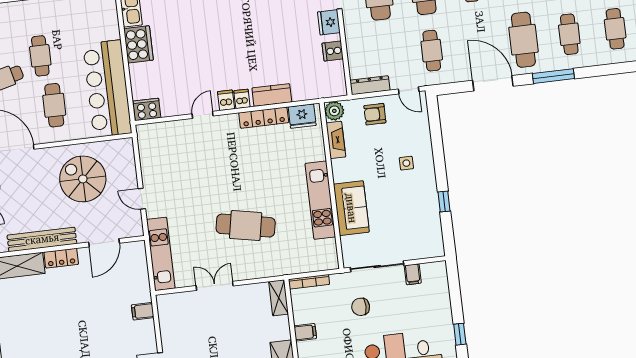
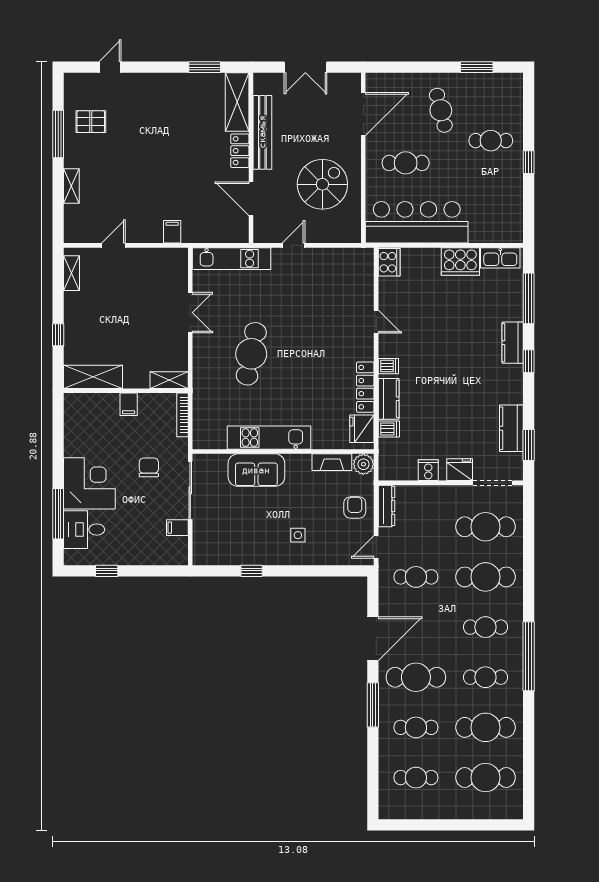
cafe table: (40, 56) -> (491, 141), moved
dishwasher: (226, 100) -> (389, 429), moved

